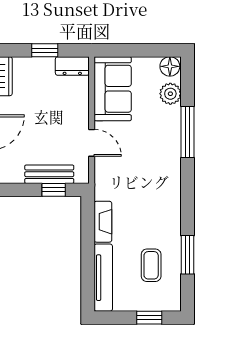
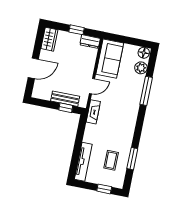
door: (92, 143) -> (92, 86), hinge flipped
fireplace: (103, 222) -> (93, 112), moved

